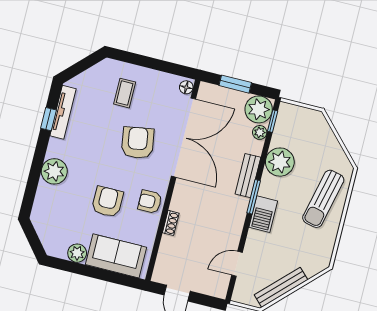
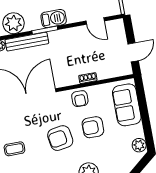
armchair: (138, 143) -> (60, 138), moved
bench: (248, 176) -> (27, 42), width x1.36
plant: (77, 253) -> (139, 145), moved

